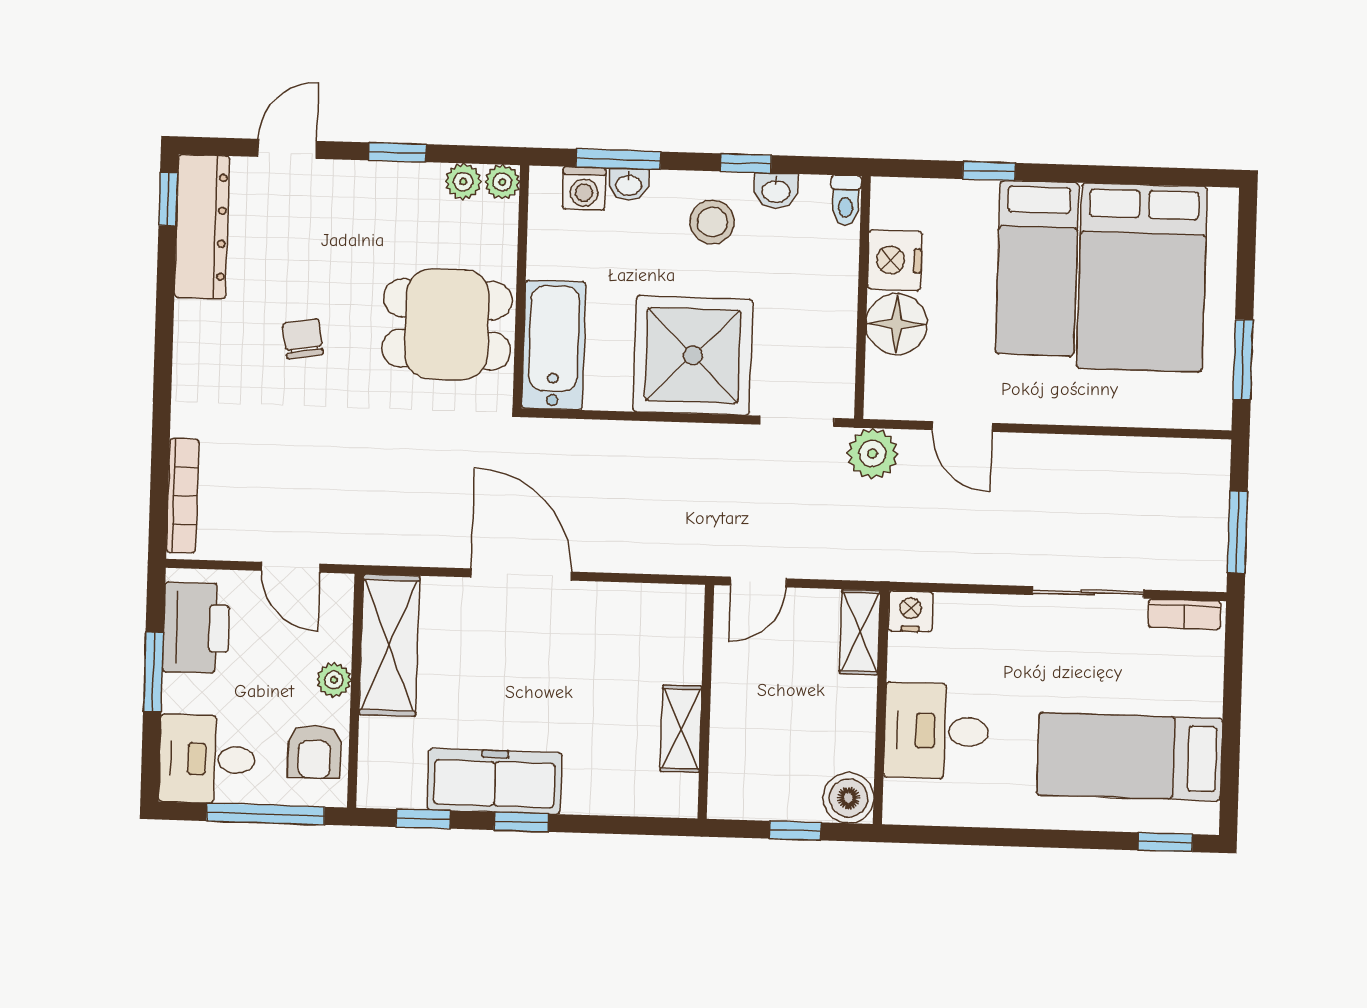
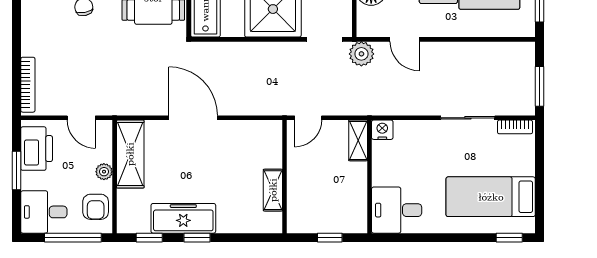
desk: (936, 731) -> (397, 210), moved
boiler: (848, 798) -> (355, 221), removed

